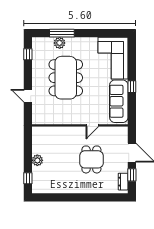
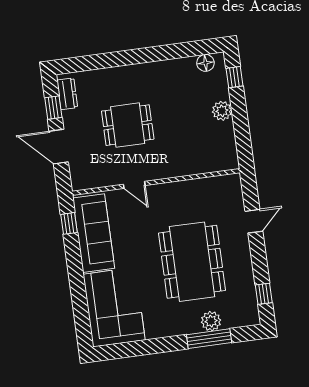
window: (132, 87) -> (69, 223), moved
door: (28, 96) -> (254, 221), hinge flipped
door: (92, 125) -> (134, 185), swing flipped
dining table: (91, 159) -> (128, 125), turned 90
floor lamp: (43, 188) -> (205, 63), added

